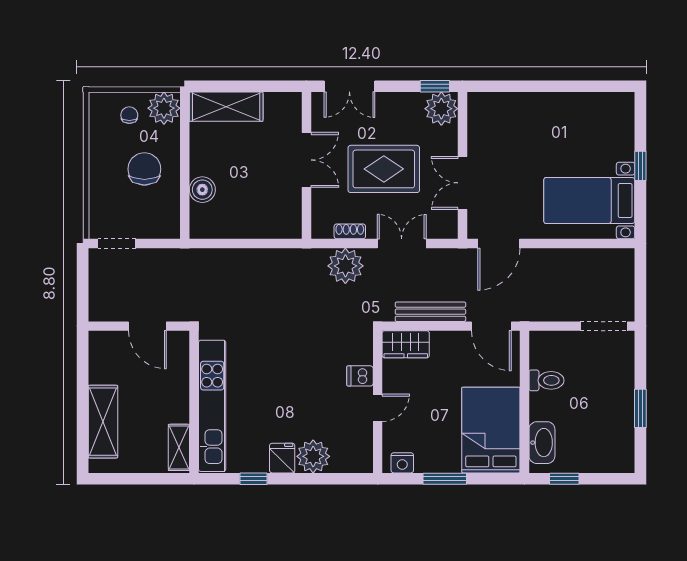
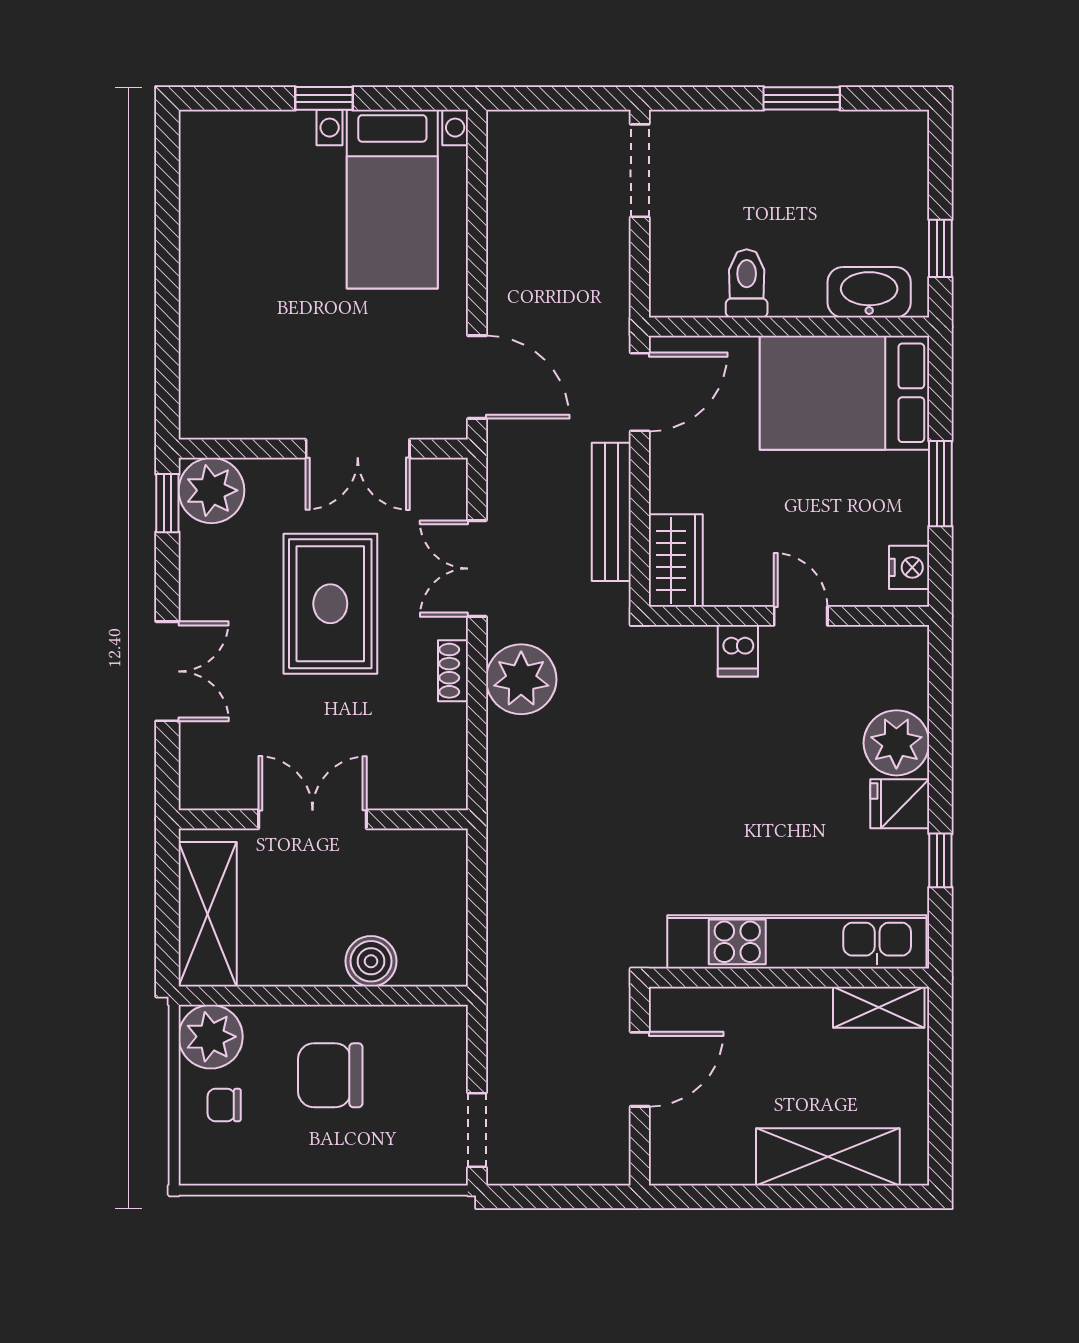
double door: (306, 160) -> (313, 819), moved
wall: (306, 165) -> (323, 819), moved

